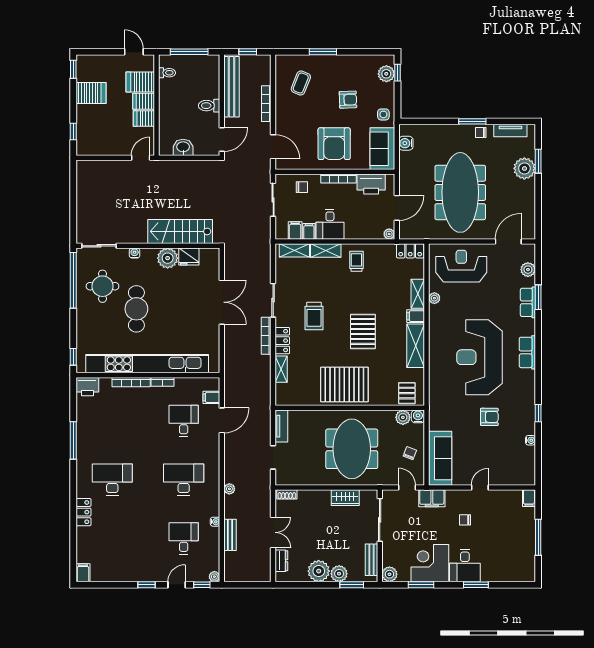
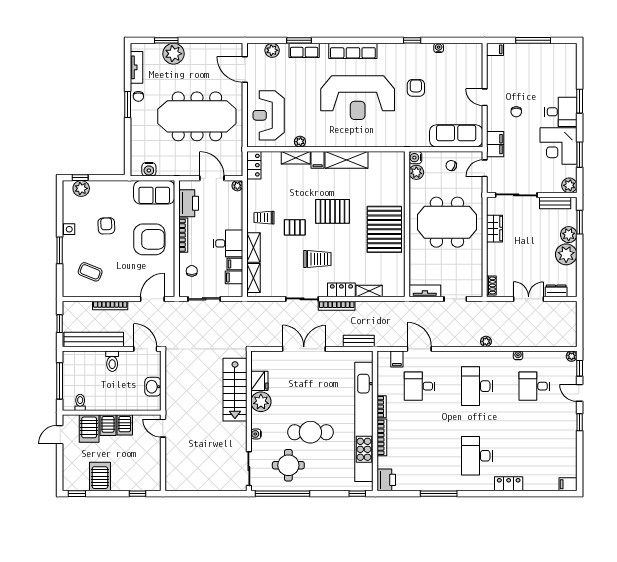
side table: (383, 114) -> (69, 229), moved
row of seats: (527, 352) -> (353, 51), width x1.48
pallet: (407, 393) -> (295, 227), moved
bench: (230, 535) -> (359, 341), moved

